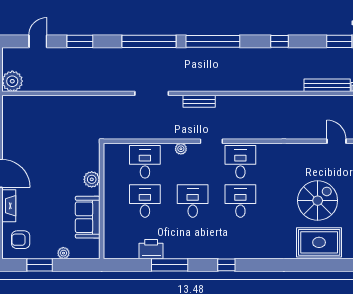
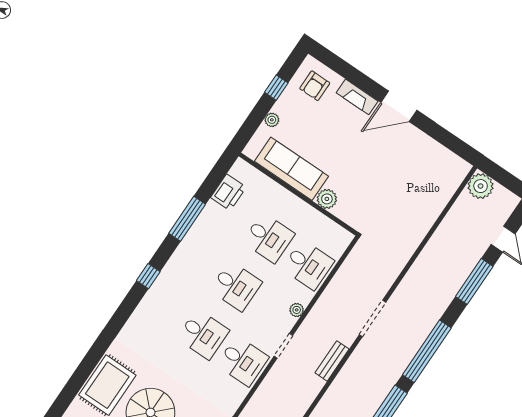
window: (80, 41) -> (474, 281), width x1.44
sofa: (88, 217) -> (291, 169), width x1.36
armchair: (21, 240) -> (315, 86), turned 180
printer: (151, 249) -> (228, 192), moved
window: (40, 265) -> (276, 88), width x0.67

